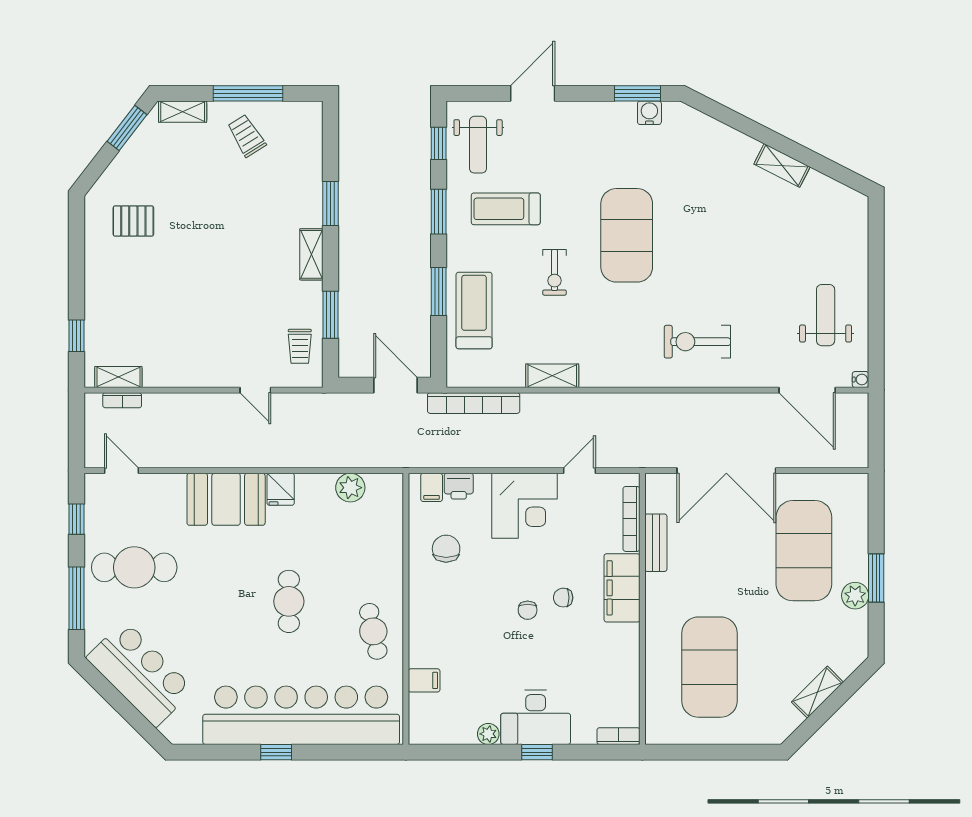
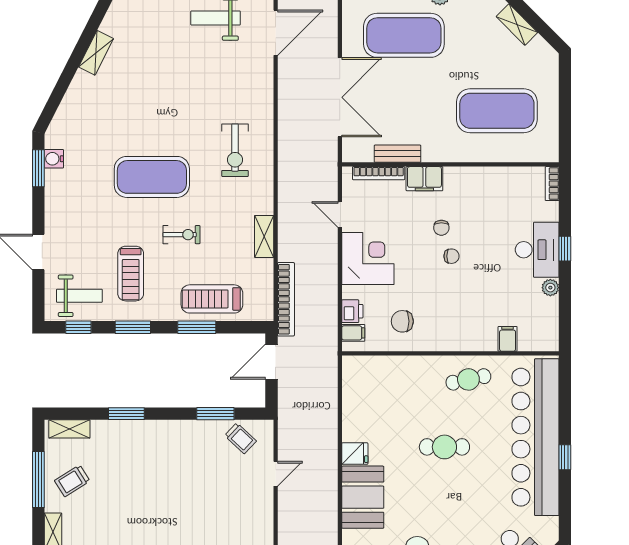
shelving: (311, 254) -> (69, 429), moved
exercise bike: (697, 342) -> (235, 150), moved
trolley: (300, 346) -> (241, 438), turned 43
plant: (350, 488) -> (353, 398), removed
filing cabinet: (622, 588) -> (424, 179), width x0.67, depth x0.86

